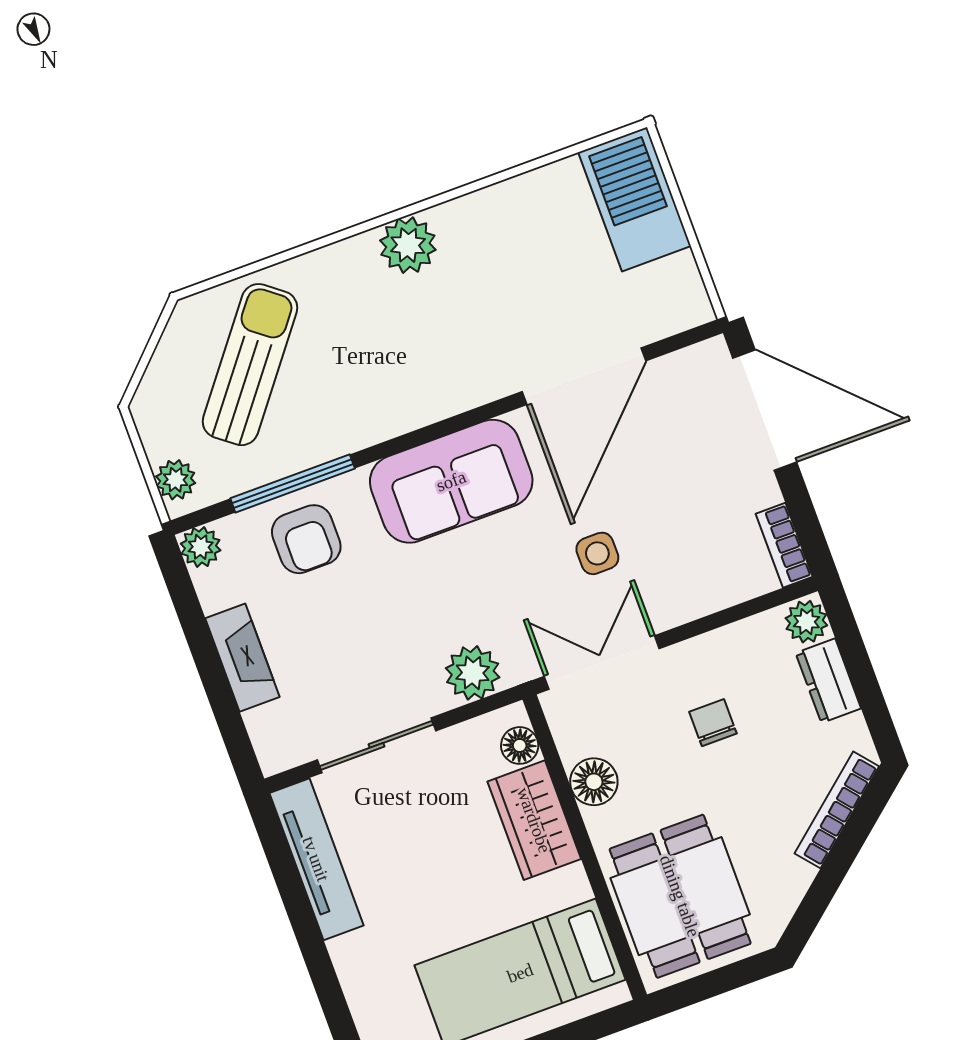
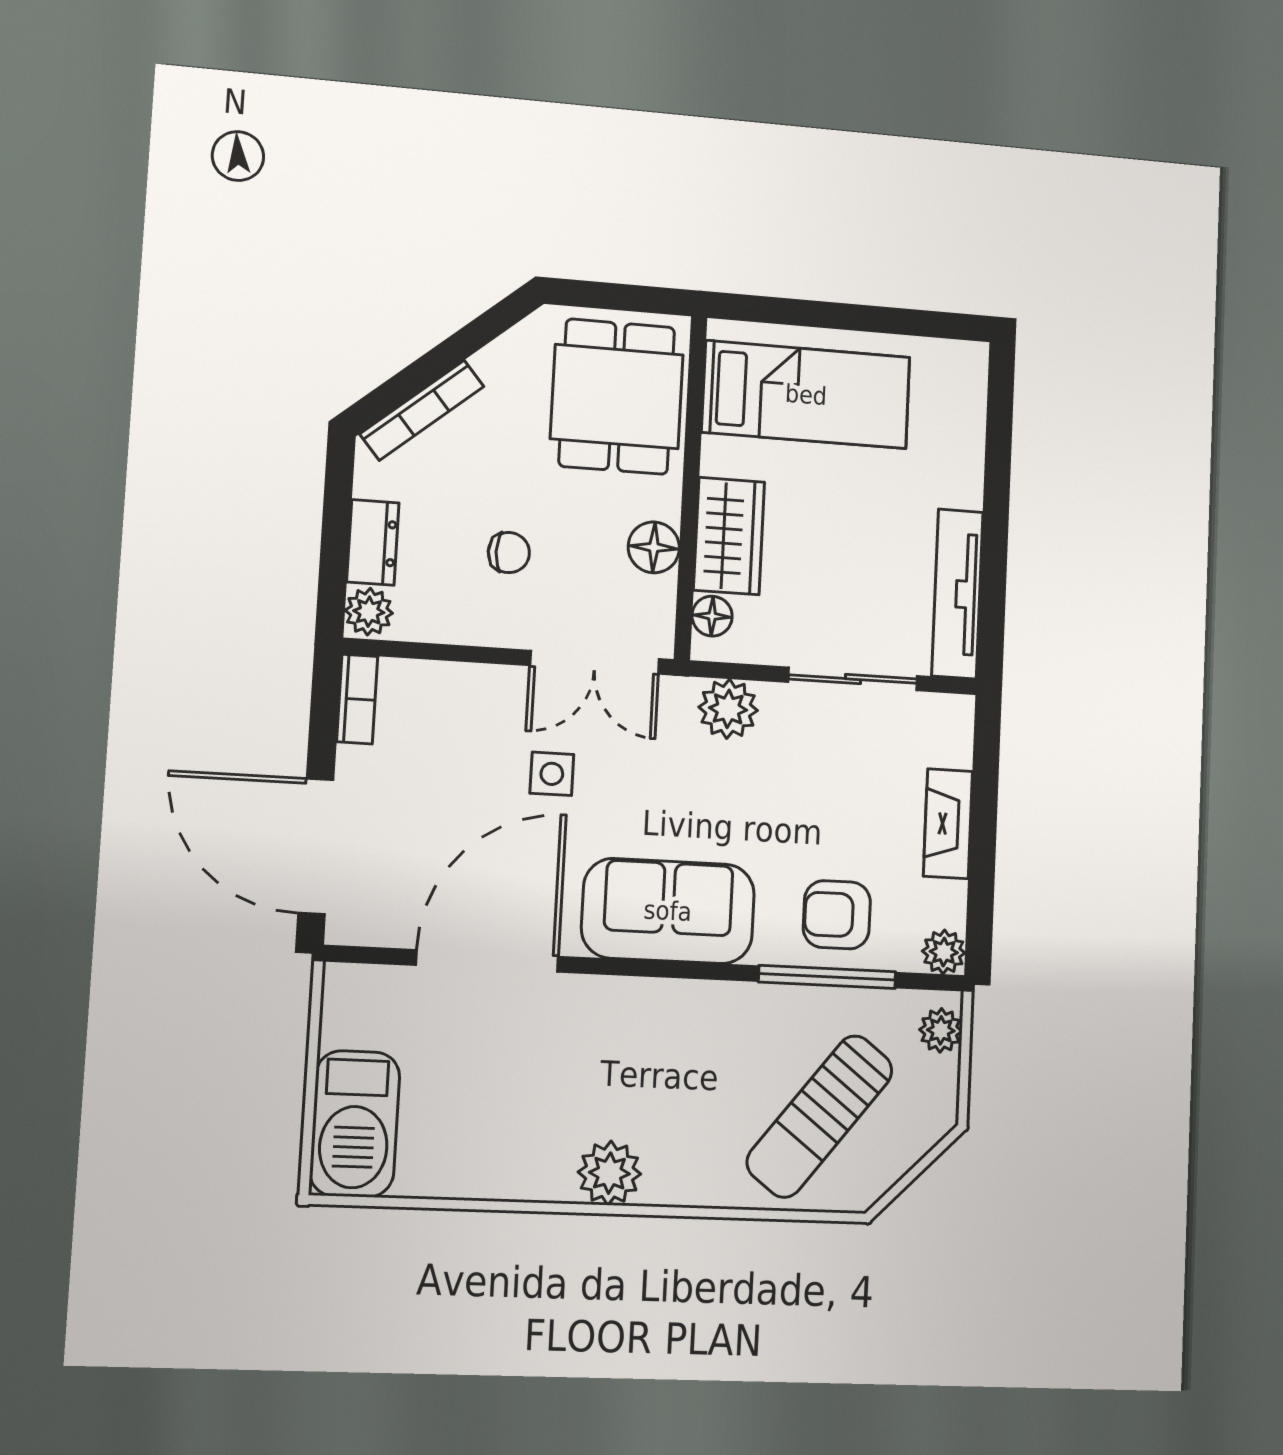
armchair: (306, 539) -> (837, 915), turned -90
chair: (713, 723) -> (509, 553), turned -90

